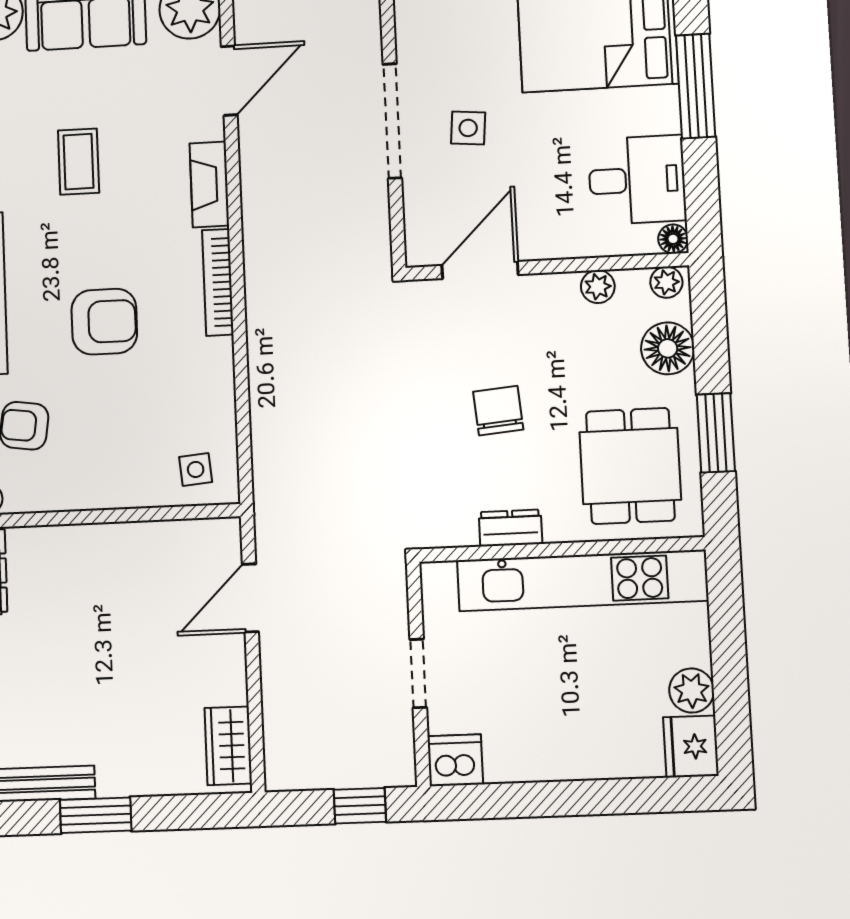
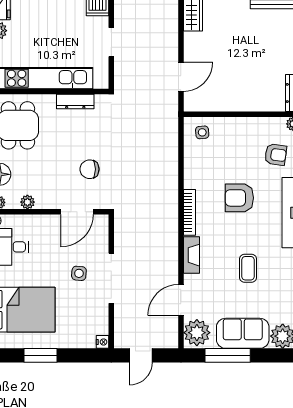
chair: (498, 411) -> (90, 169), moved, turned 95
dresser: (510, 528) -> (75, 102), width x1.44

